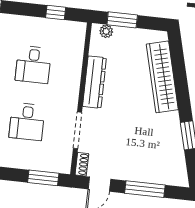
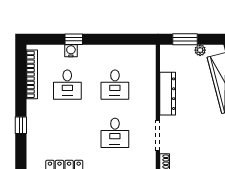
window: (56, 13) -> (129, 39), removed
plant: (106, 31) -> (200, 50), moved

